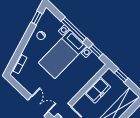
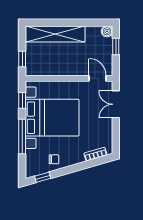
bed with nightstands: (63, 54) -> (52, 118), width x1.36
freezer: (98, 90) -> (54, 67), removed

